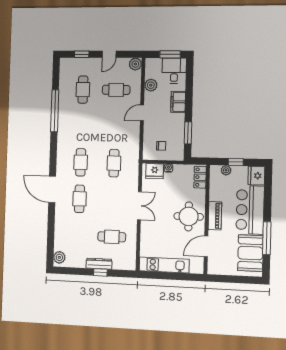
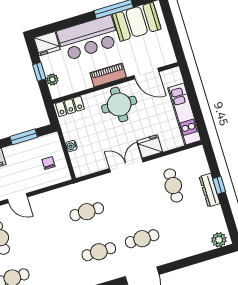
fridge: (155, 171) -> (150, 146), moved, turned -90

